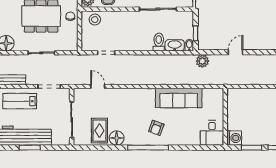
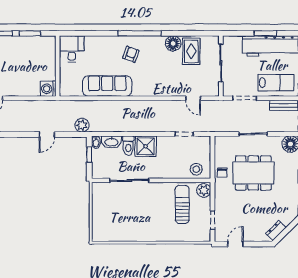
shower: (142, 41) -> (146, 146), added
washing machine: (234, 138) -> (48, 89), moved

